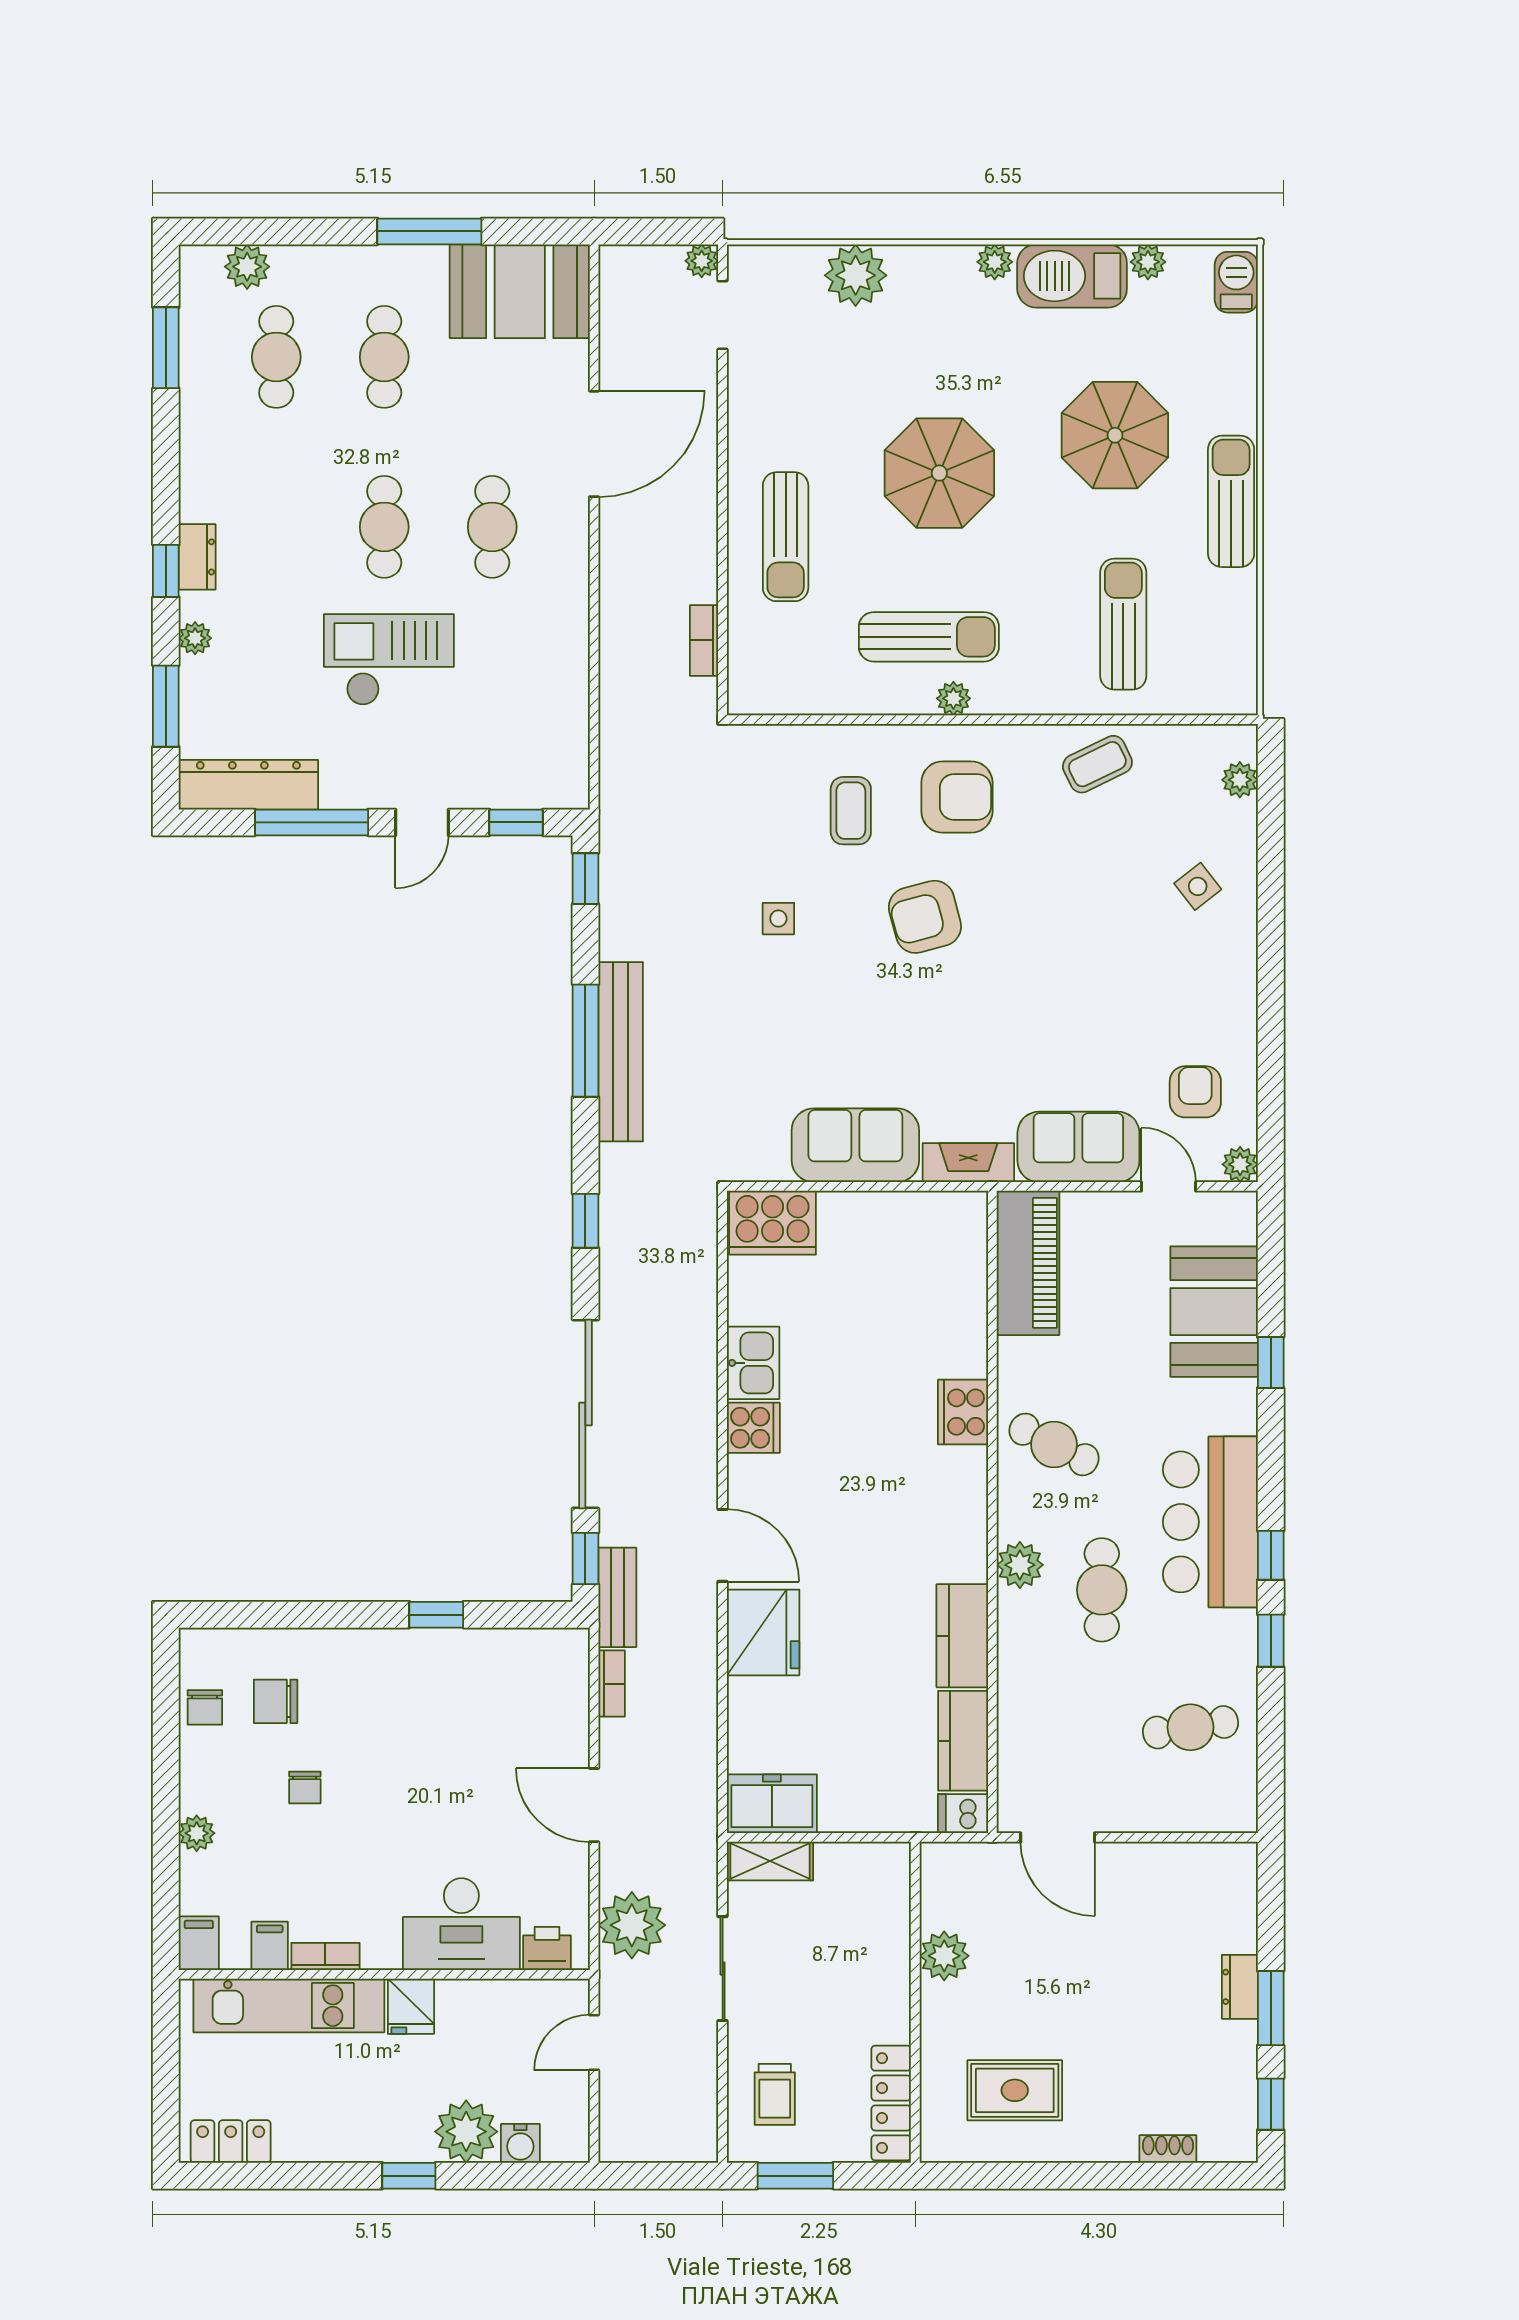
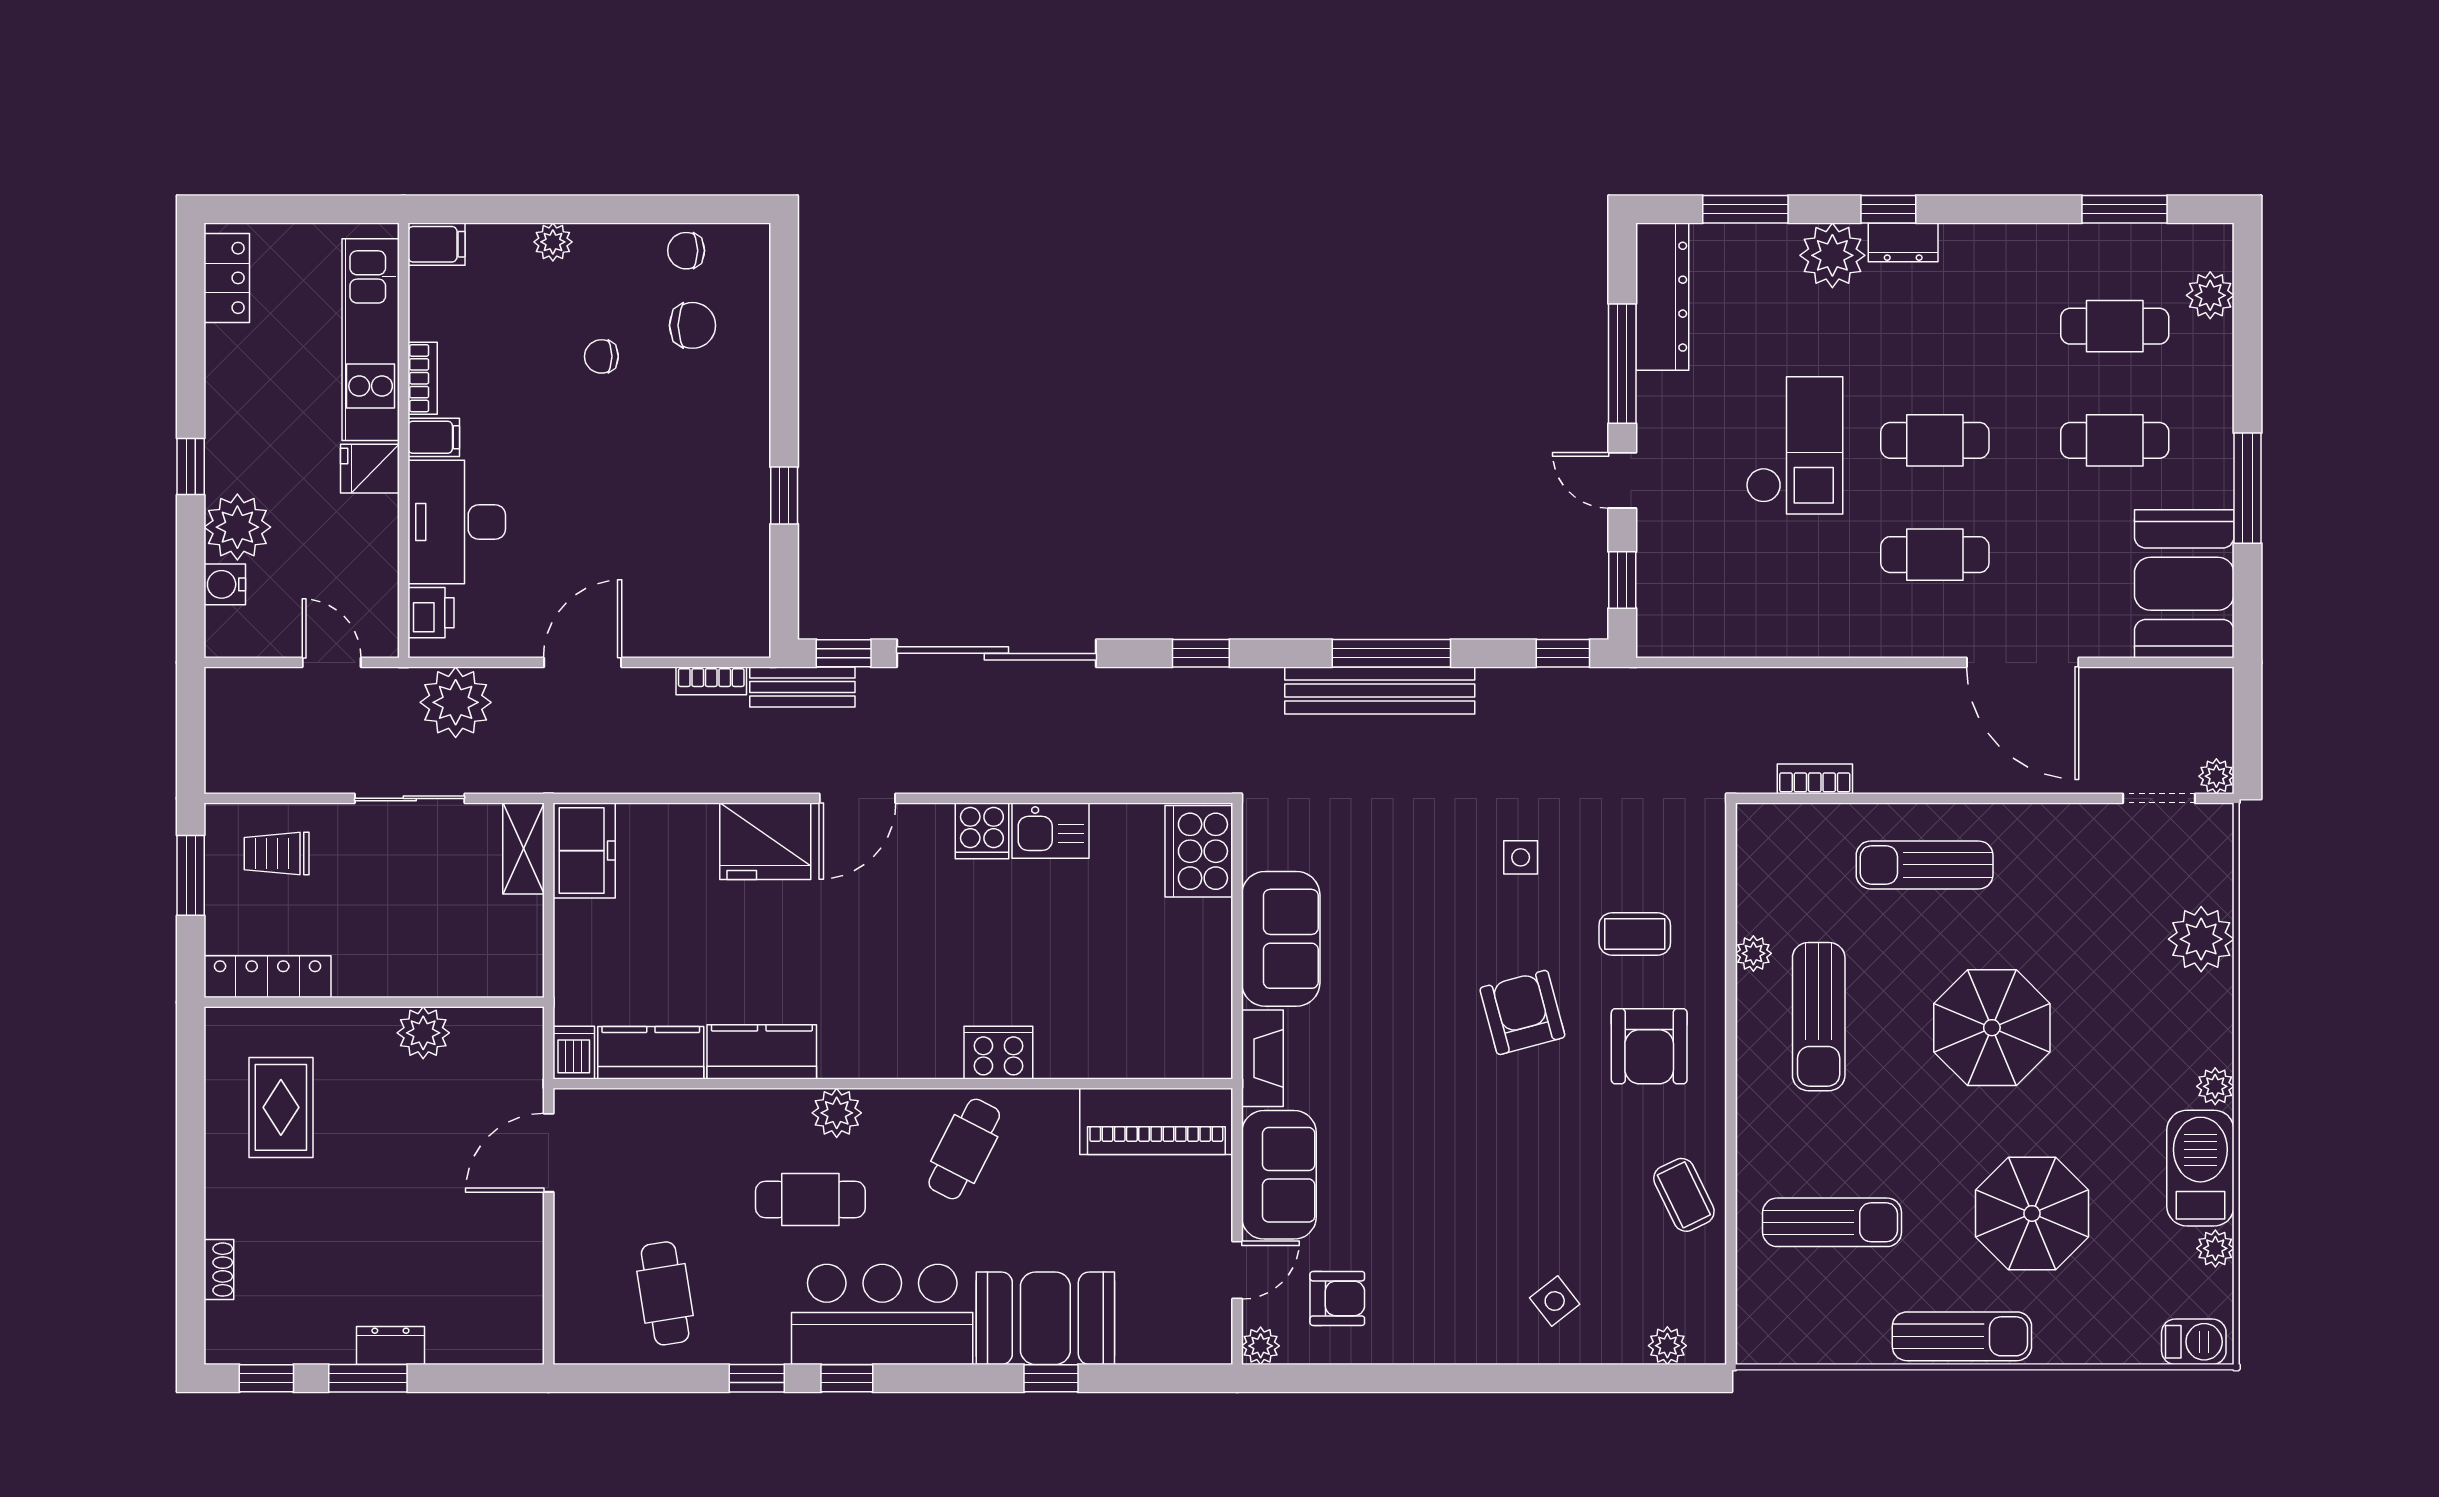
plant: (195, 638) -> (1832, 255), width x1.88, depth x1.88
plant: (953, 698) -> (1753, 953), moved
booth: (1214, 1312) -> (1045, 1318), moved
chair: (276, 1701) -> (692, 325), turned 90
filing cabinet: (270, 1946) -> (434, 437), moved

